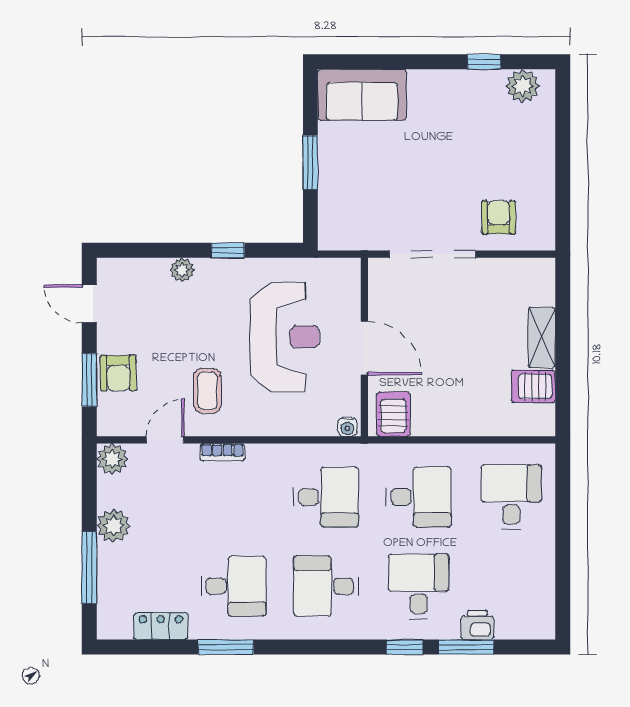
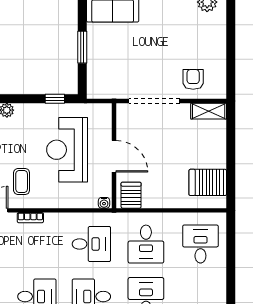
window: (228, 250) -> (55, 99), moved
reception desk: (285, 337) -> (67, 150), turned 180
shelving: (542, 337) -> (209, 111), moved, turned 90
server rack: (533, 386) -> (208, 182), width x1.36, depth x1.44
desk: (419, 497) -> (146, 244), turned 90

